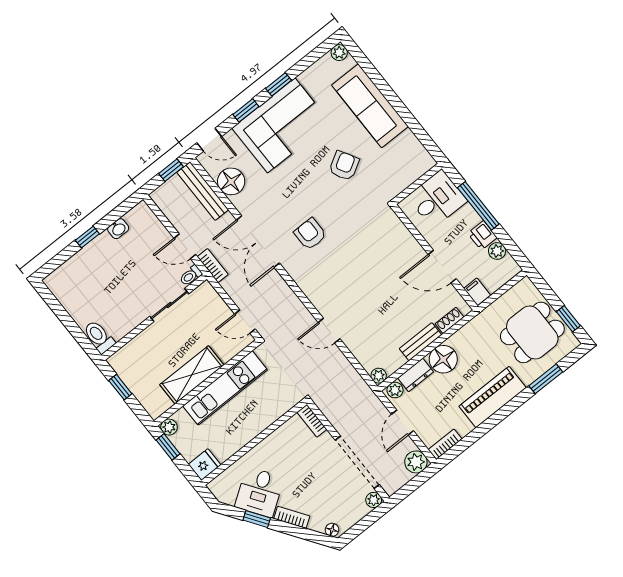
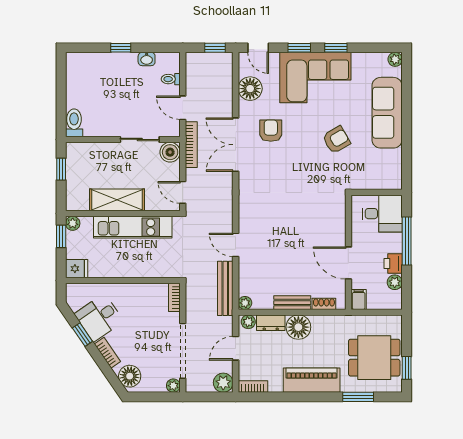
bench: (203, 191) -> (225, 288), moved
armchair: (310, 234) -> (271, 131), moved
bookcase: (213, 266) -> (191, 145), width x1.56
toilet: (191, 276) -> (171, 79), moved
boiler: (205, 295) -> (170, 152), added
floor lamp: (332, 530) -> (130, 376), width x1.89, depth x1.89

